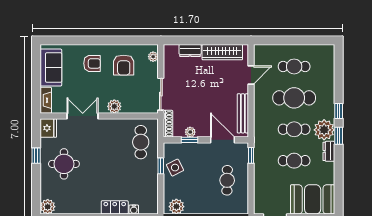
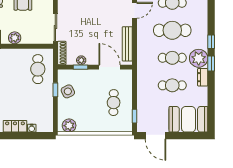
window: (251, 155) -> (134, 116), moved

